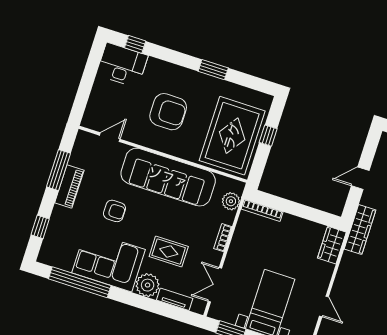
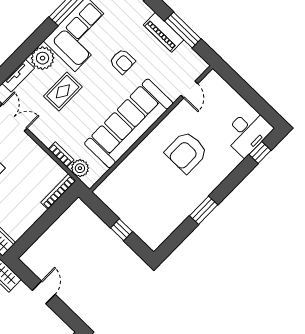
rug: (232, 136) -> (137, 198), removed
armchair: (115, 211) -> (122, 61), turned -90
bookcase: (223, 238) -> (61, 155), moved

